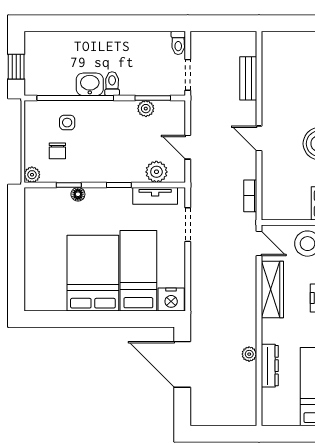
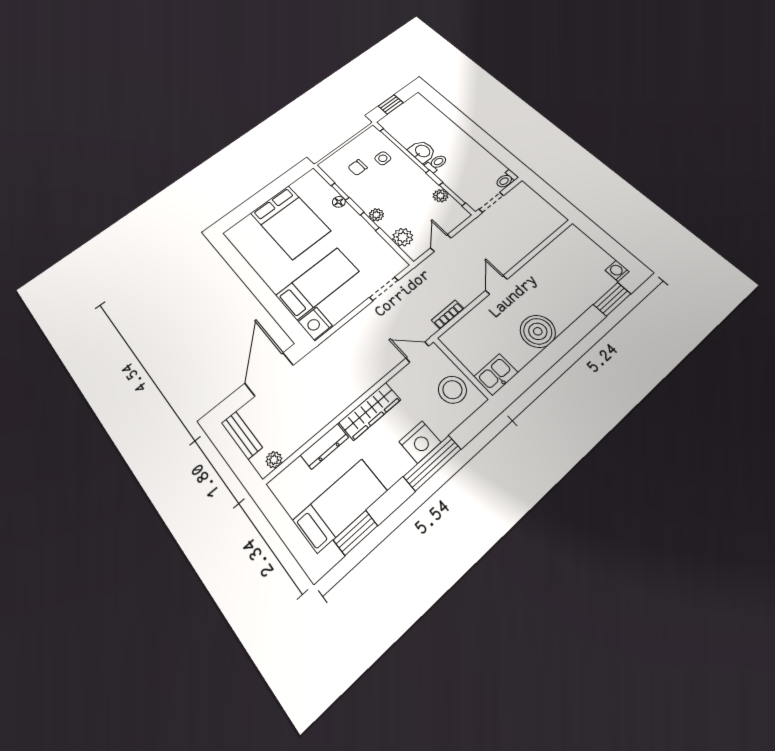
bench: (248, 78) -> (242, 435), moved, turned 90
plant: (32, 175) -> (376, 215), moved
tv unit: (155, 196) -> (384, 250), removed
door: (259, 244) -> (417, 352), swing flipped
bed: (93, 273) -> (290, 222), moved, turned 90
wardrobe: (272, 290) -> (370, 411), moved
plant: (249, 354) -> (274, 460), moved

